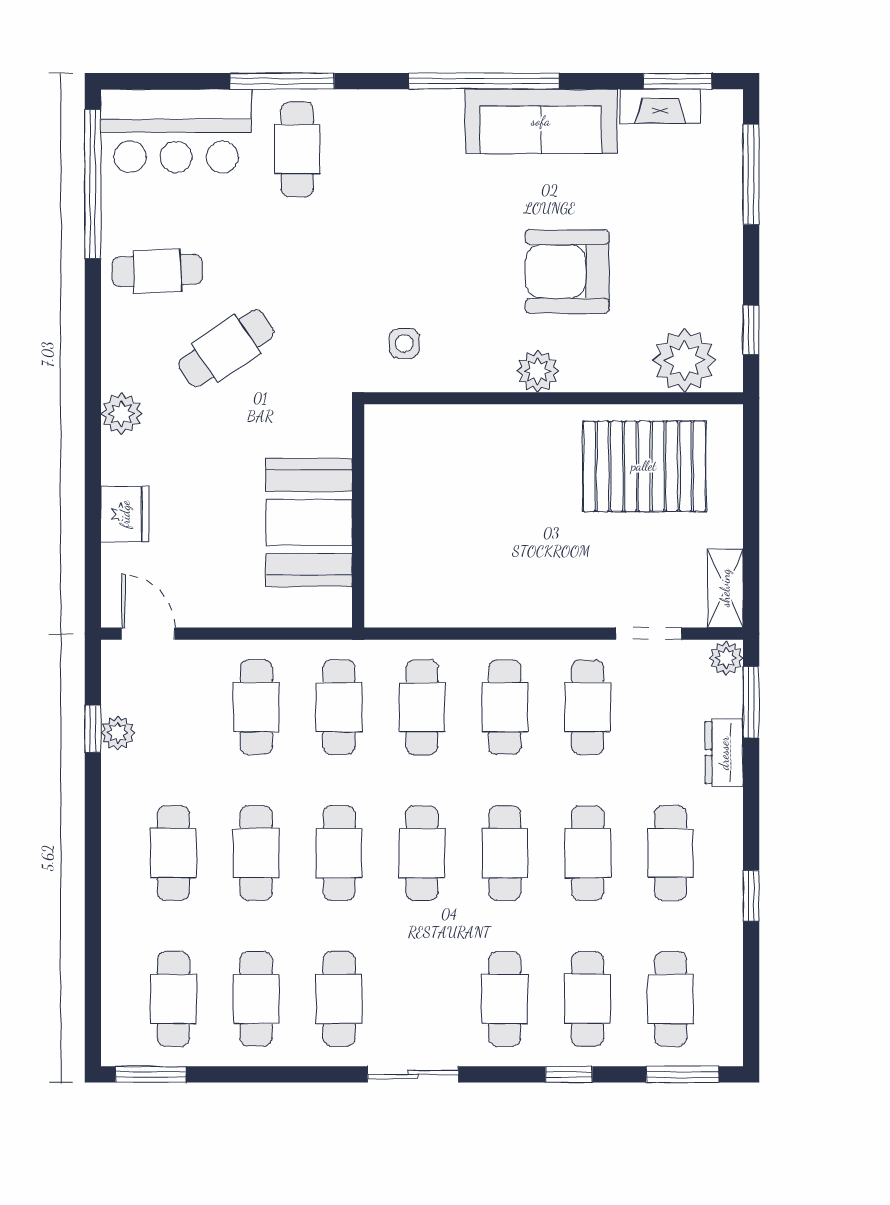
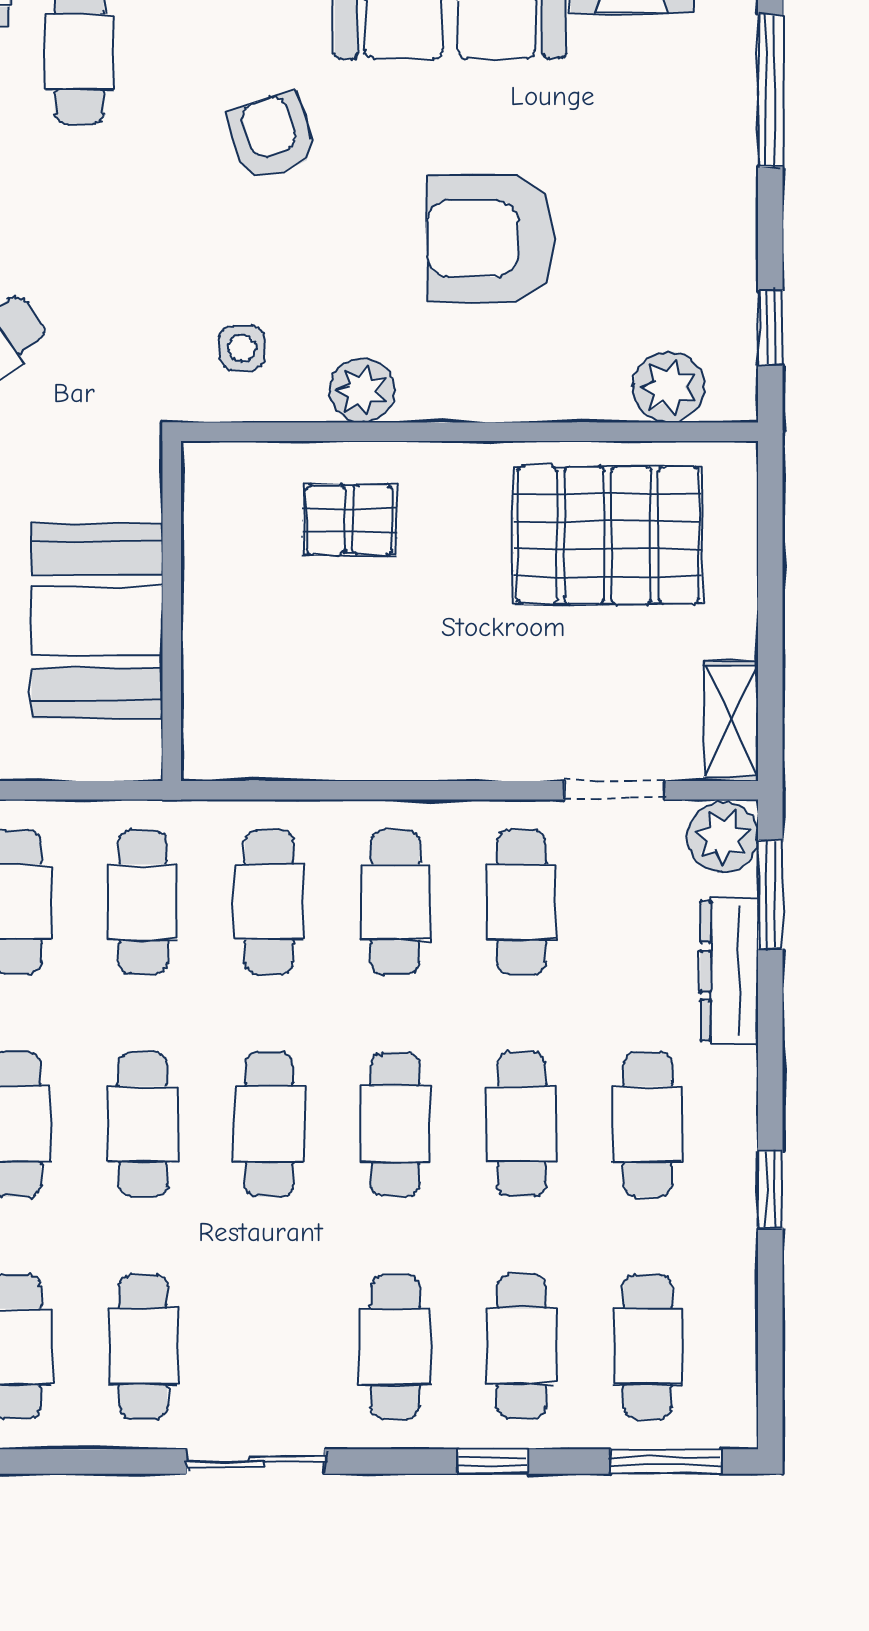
armchair: (424, 204) -> (272, 137), added
plant: (684, 360) -> (669, 387), width x0.73, depth x0.73
plant: (538, 371) -> (362, 390), moved
pallet: (475, 456) -> (349, 520), added
plant: (726, 658) -> (723, 837), width x1.38, depth x1.38
dresser: (724, 753) -> (729, 971), width x1.44

